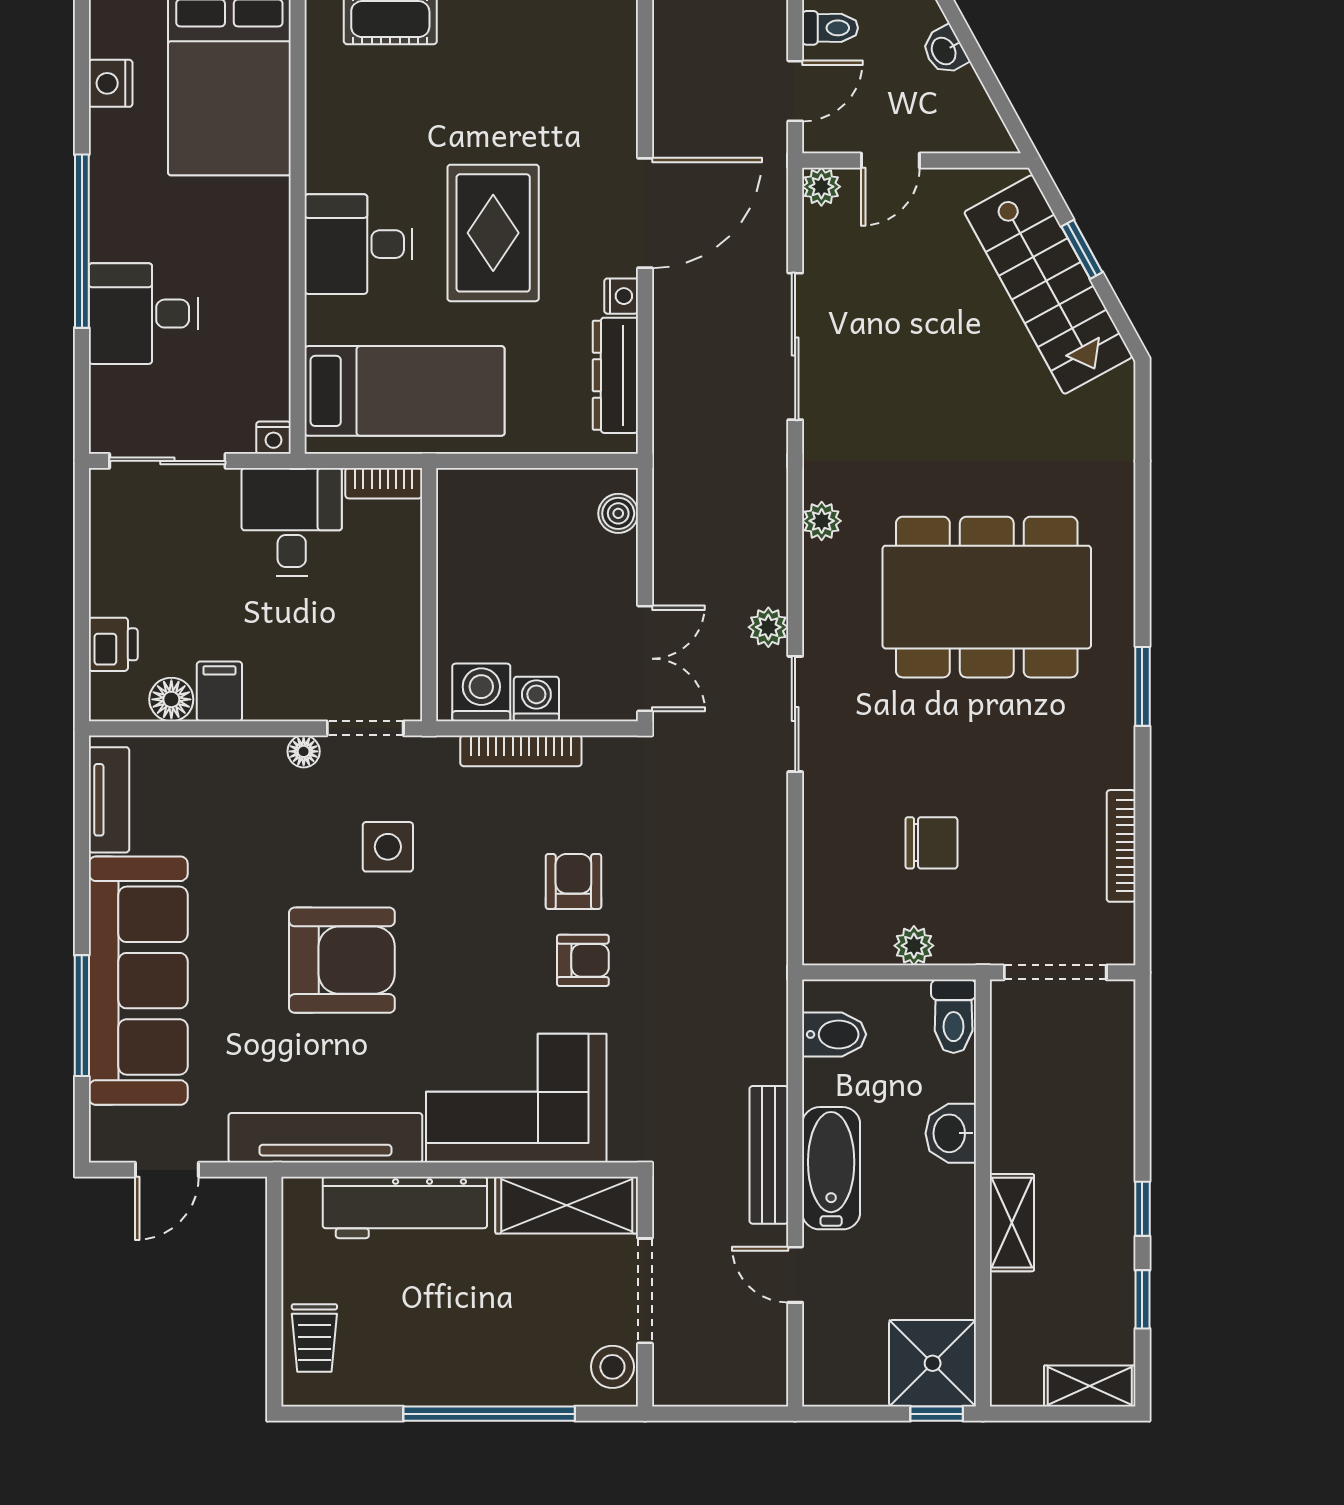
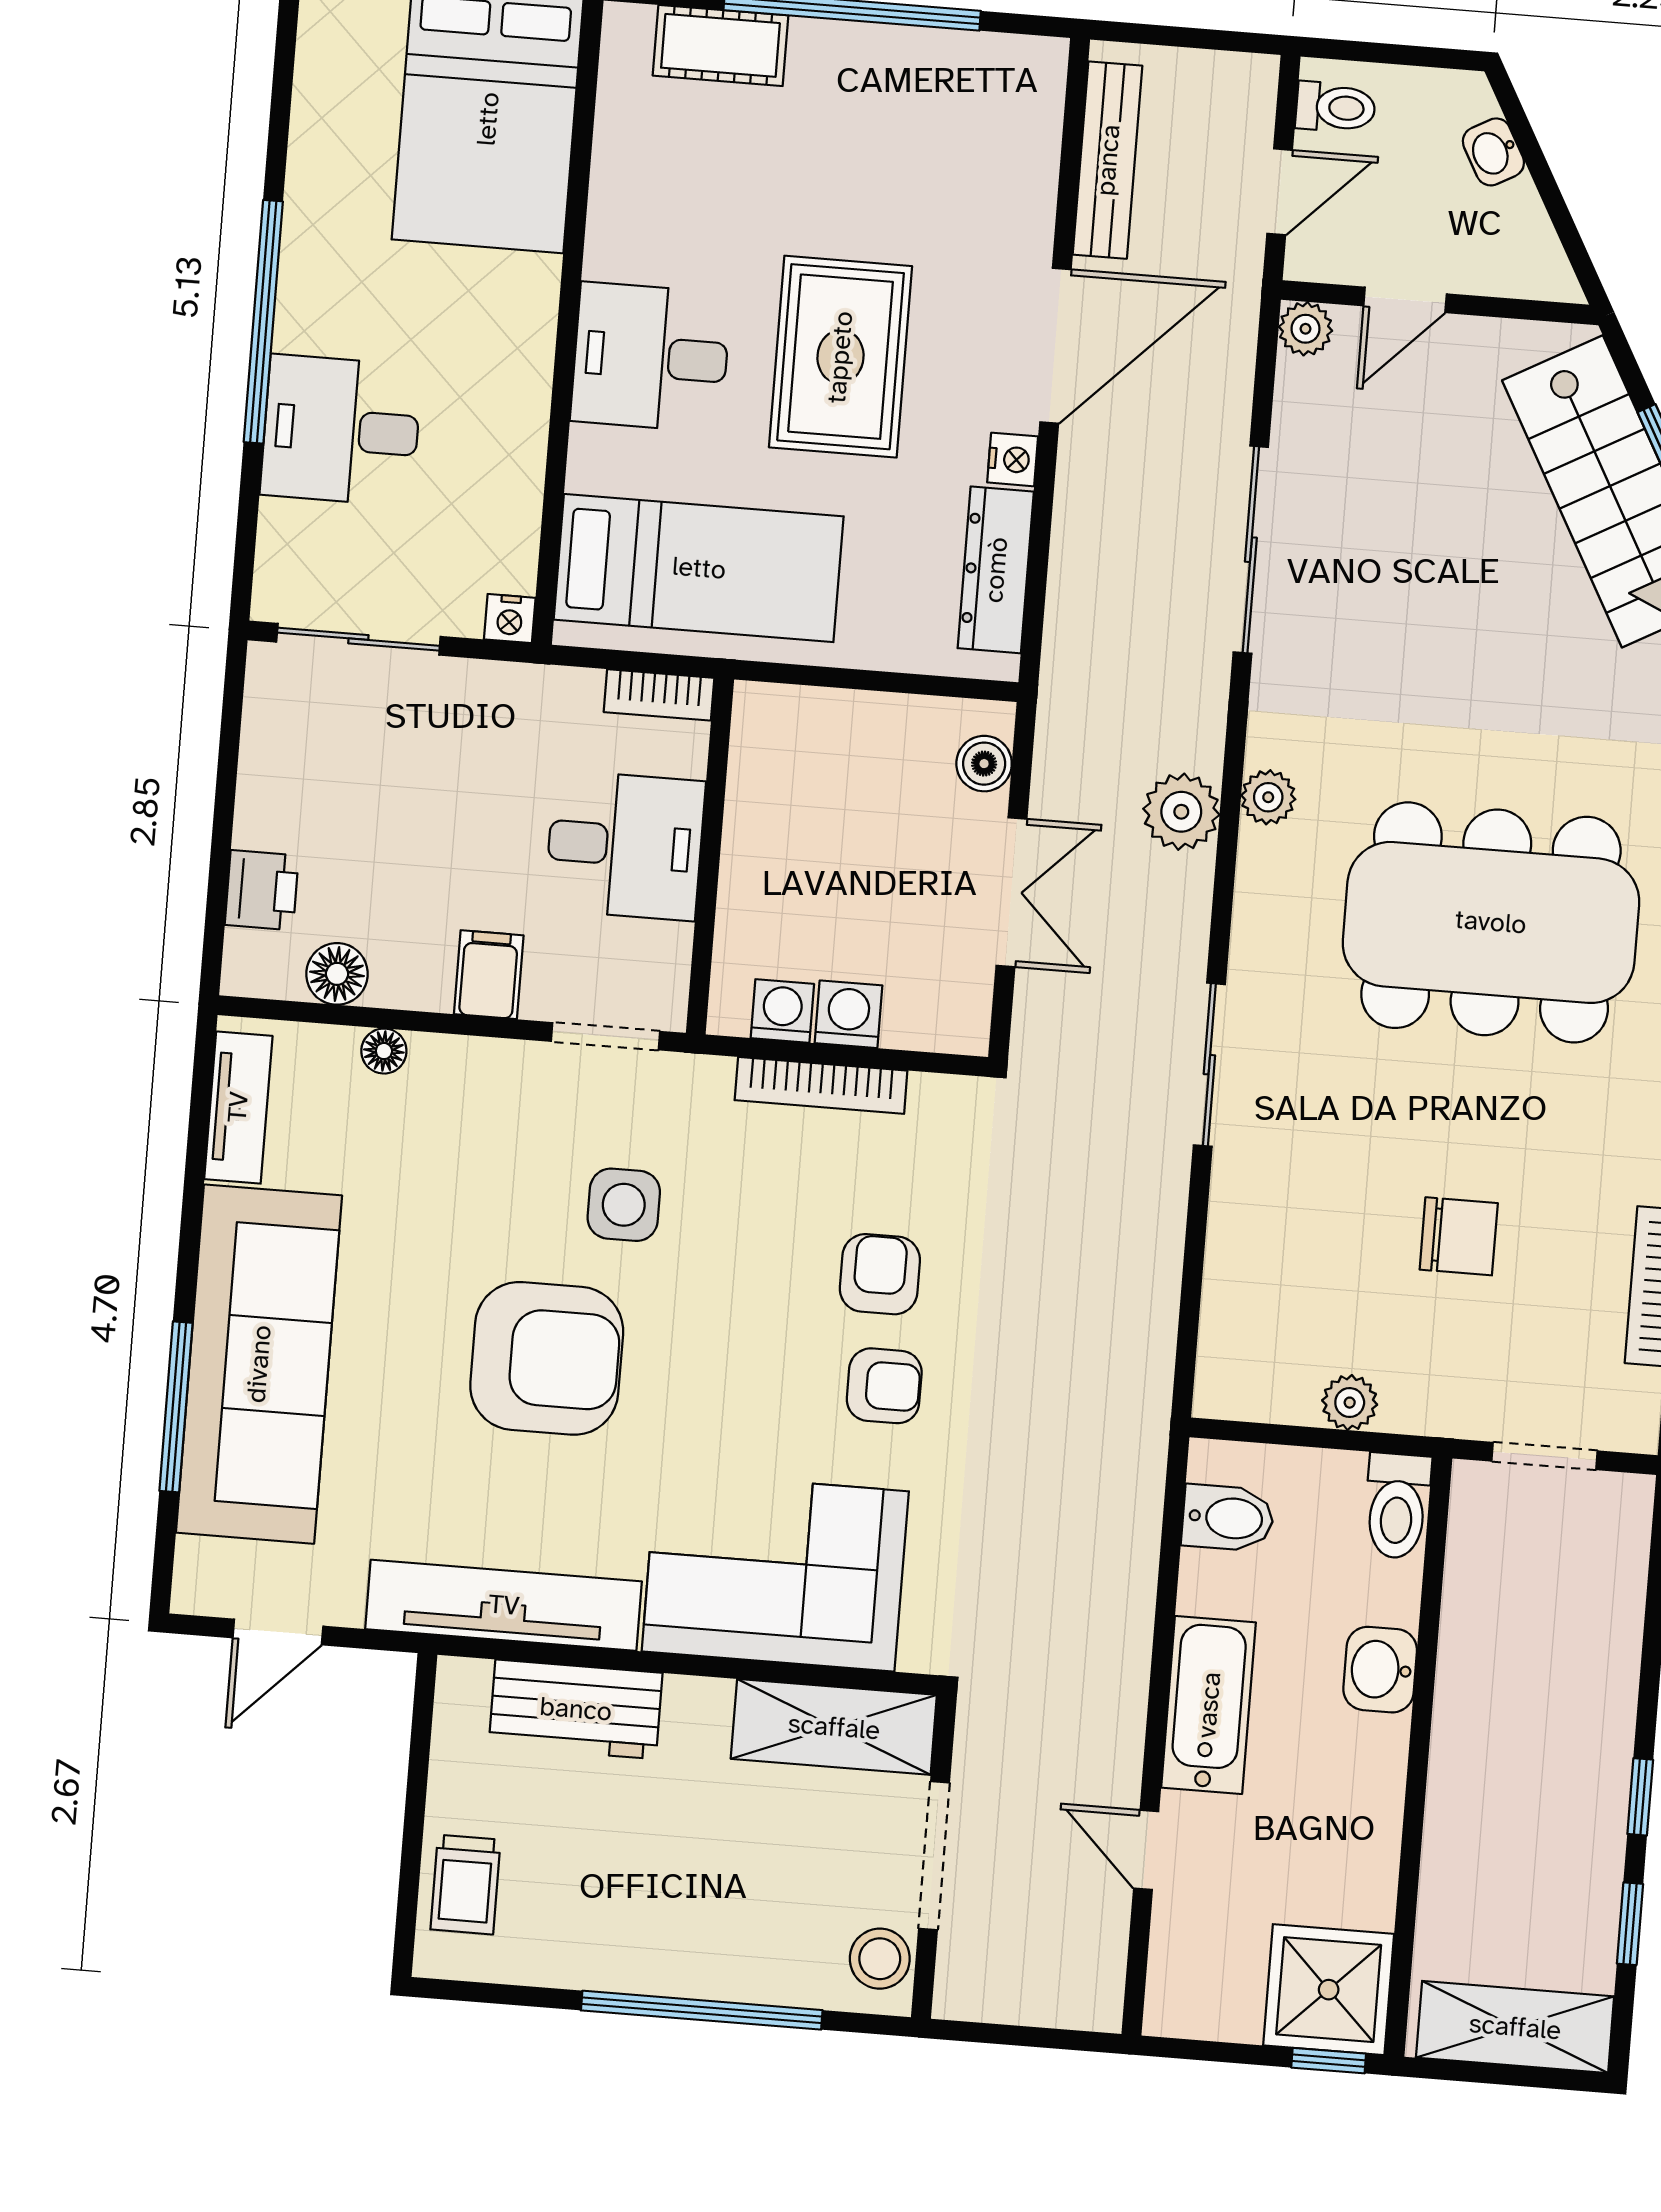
nightstand: (111, 83) -> (321, 104), removed
desk: (292, 522) -> (625, 845), moved, turned 90
plant: (768, 627) -> (1181, 812), moved, width x1.38, depth x1.38
double door: (645, 659) -> (1011, 892), moved
filing cabinet: (219, 691) -> (489, 975), moved
washing machine: (481, 692) -> (782, 1011), width x0.73, depth x0.73
floor lamp: (304, 751) -> (384, 1051), moved
chair: (931, 843) -> (1459, 1236), moved
doorway: (1055, 972) -> (1544, 1456), width x0.73
bench: (769, 1155) -> (1108, 160), moved
workbench: (405, 1207) -> (576, 1709), width x0.73
shelving: (1012, 1223) -> (1456, 1802), removed
shelving: (1090, 1386) -> (1515, 2027), width x1.50, depth x1.33

